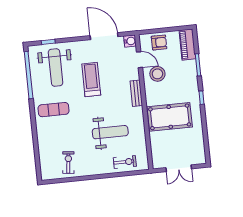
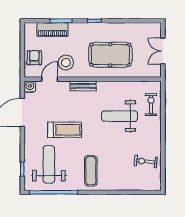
piano: (187, 45) -> (52, 29), moved
weight bench: (56, 68) -> (49, 164), turned -90
treadmill: (91, 80) -> (65, 130), turned 180
pool table: (170, 117) -> (110, 55), turned 90
weight bench: (110, 132) -> (120, 116), turned -90
double door: (179, 168) -> (163, 51), swing flipped

